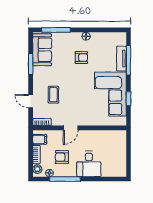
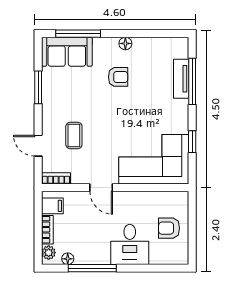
sofa: (42, 50) -> (67, 52), moved, turned 90
corner sofa: (110, 94) -> (154, 159), moved, turned 90
door: (71, 128) -> (101, 188), hinge flipped
armchair: (62, 157) -> (169, 228), moved

